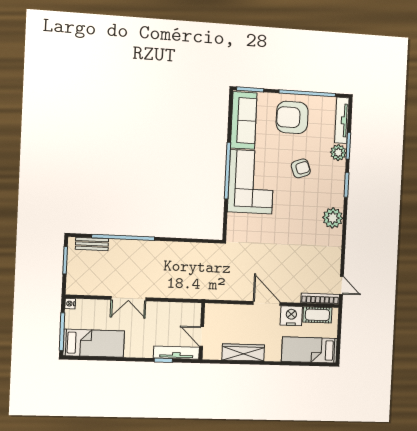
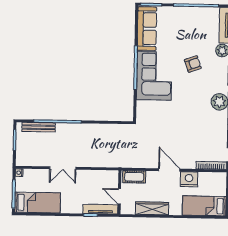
armchair: (292, 117) -> (185, 25), removed
bench: (92, 244) -> (39, 127), width x1.36
cot: (317, 315) -> (134, 177), moved

